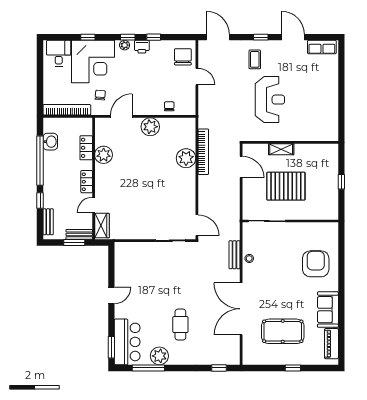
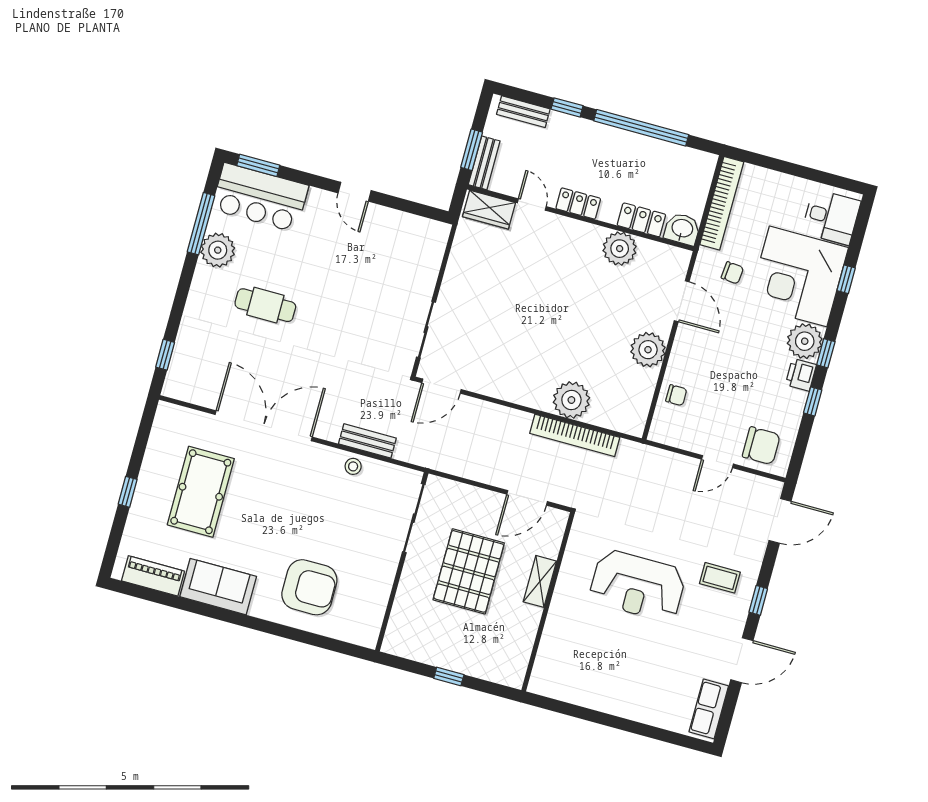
plant: (125, 45) -> (805, 341), width x1.87, depth x1.87
washbasin: (50, 142) -> (682, 229), moved, turned 180

